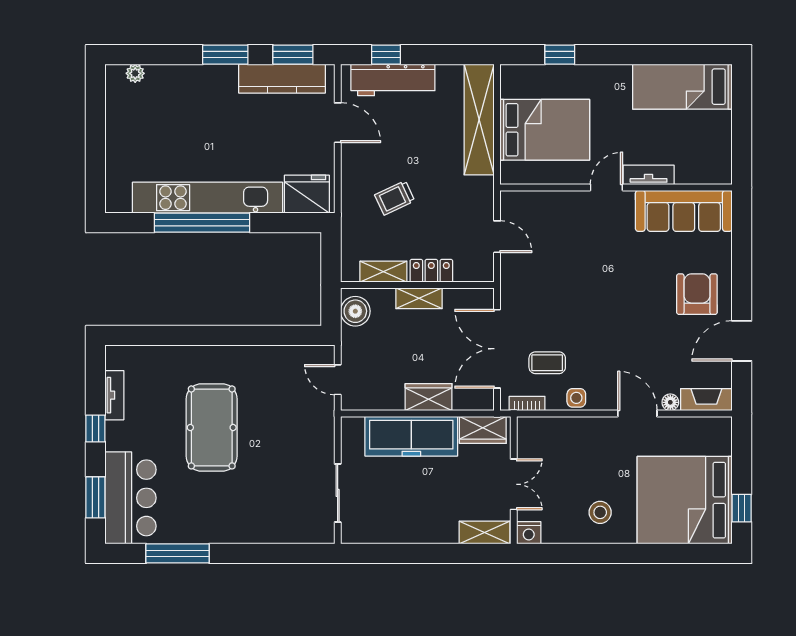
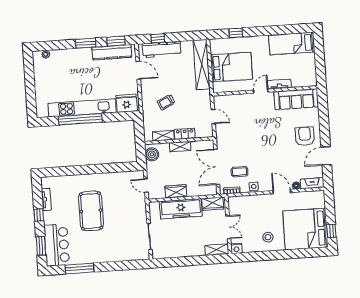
wardrobe: (429, 397) -> (176, 191), moved

